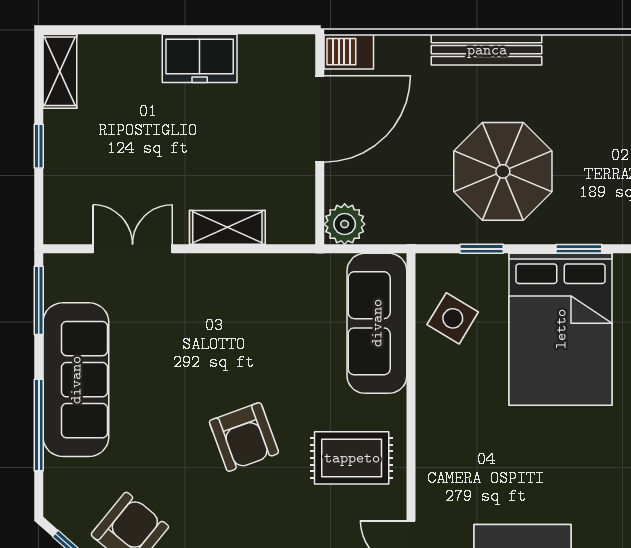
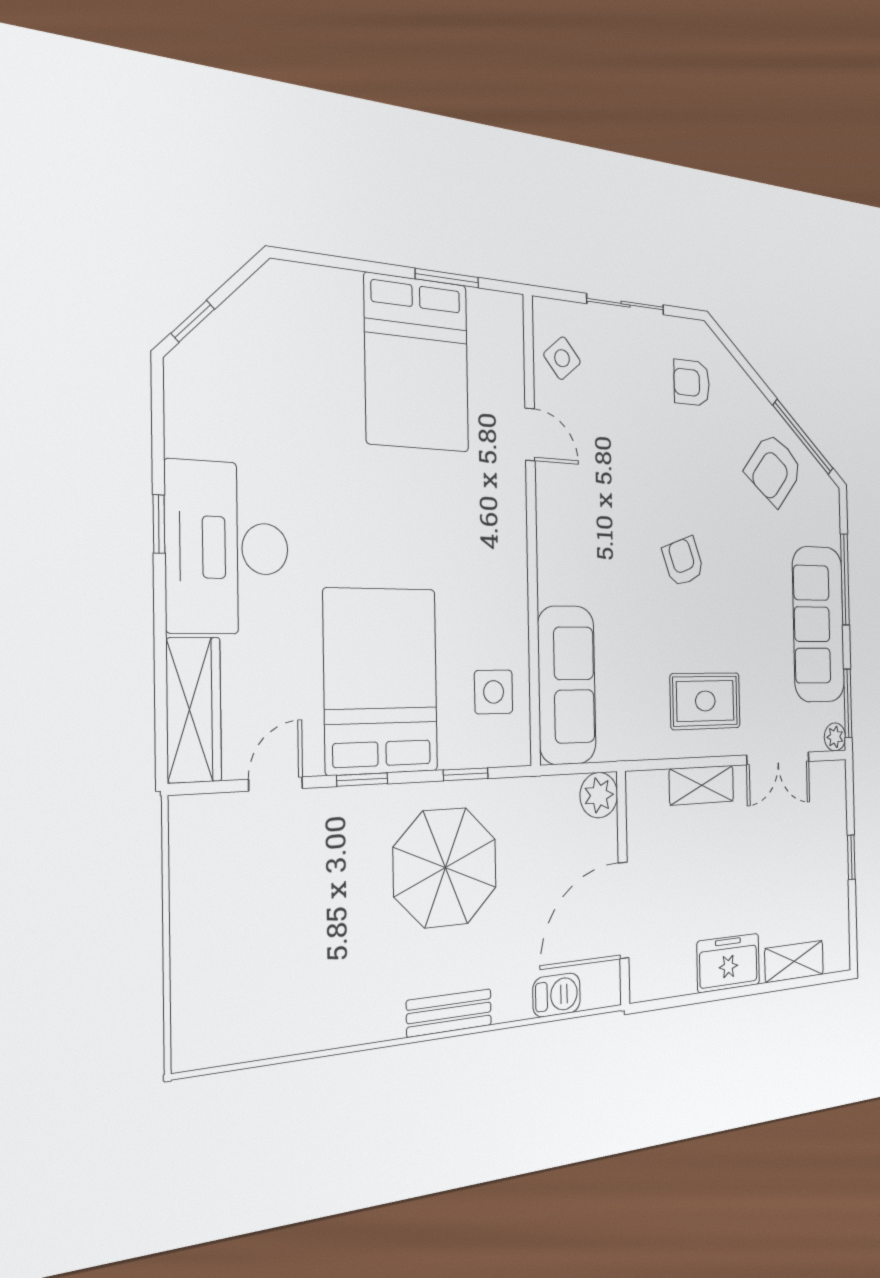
bench: (487, 50) -> (449, 1013), width x0.73
barbecue: (349, 52) -> (557, 995), moved
shelving: (60, 71) -> (794, 961), moved, turned 90
plant: (57, 267) -> (835, 737), added
side table: (453, 318) -> (494, 692), turned -31
armchair: (244, 437) -> (683, 562), width x0.72, depth x0.72
rug: (352, 458) -> (705, 701), moved

